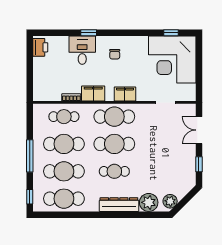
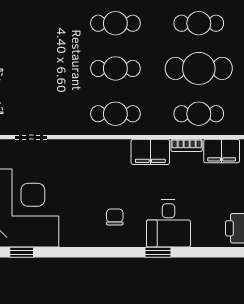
filing cabinet: (125, 94) -> (222, 151), moved
cafe table: (114, 117) -> (115, 114), width x0.73, depth x0.74
cafe table: (114, 144) -> (115, 68), width x0.73, depth x0.74
cafe table: (64, 171) -> (199, 23), width x0.73, depth x0.74

